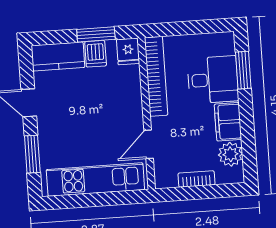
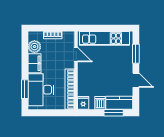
window: (96, 34) -> (114, 113), moved
desk: (213, 80) -> (41, 90), width x1.37
door: (149, 144) -> (76, 55), hinge flipped

